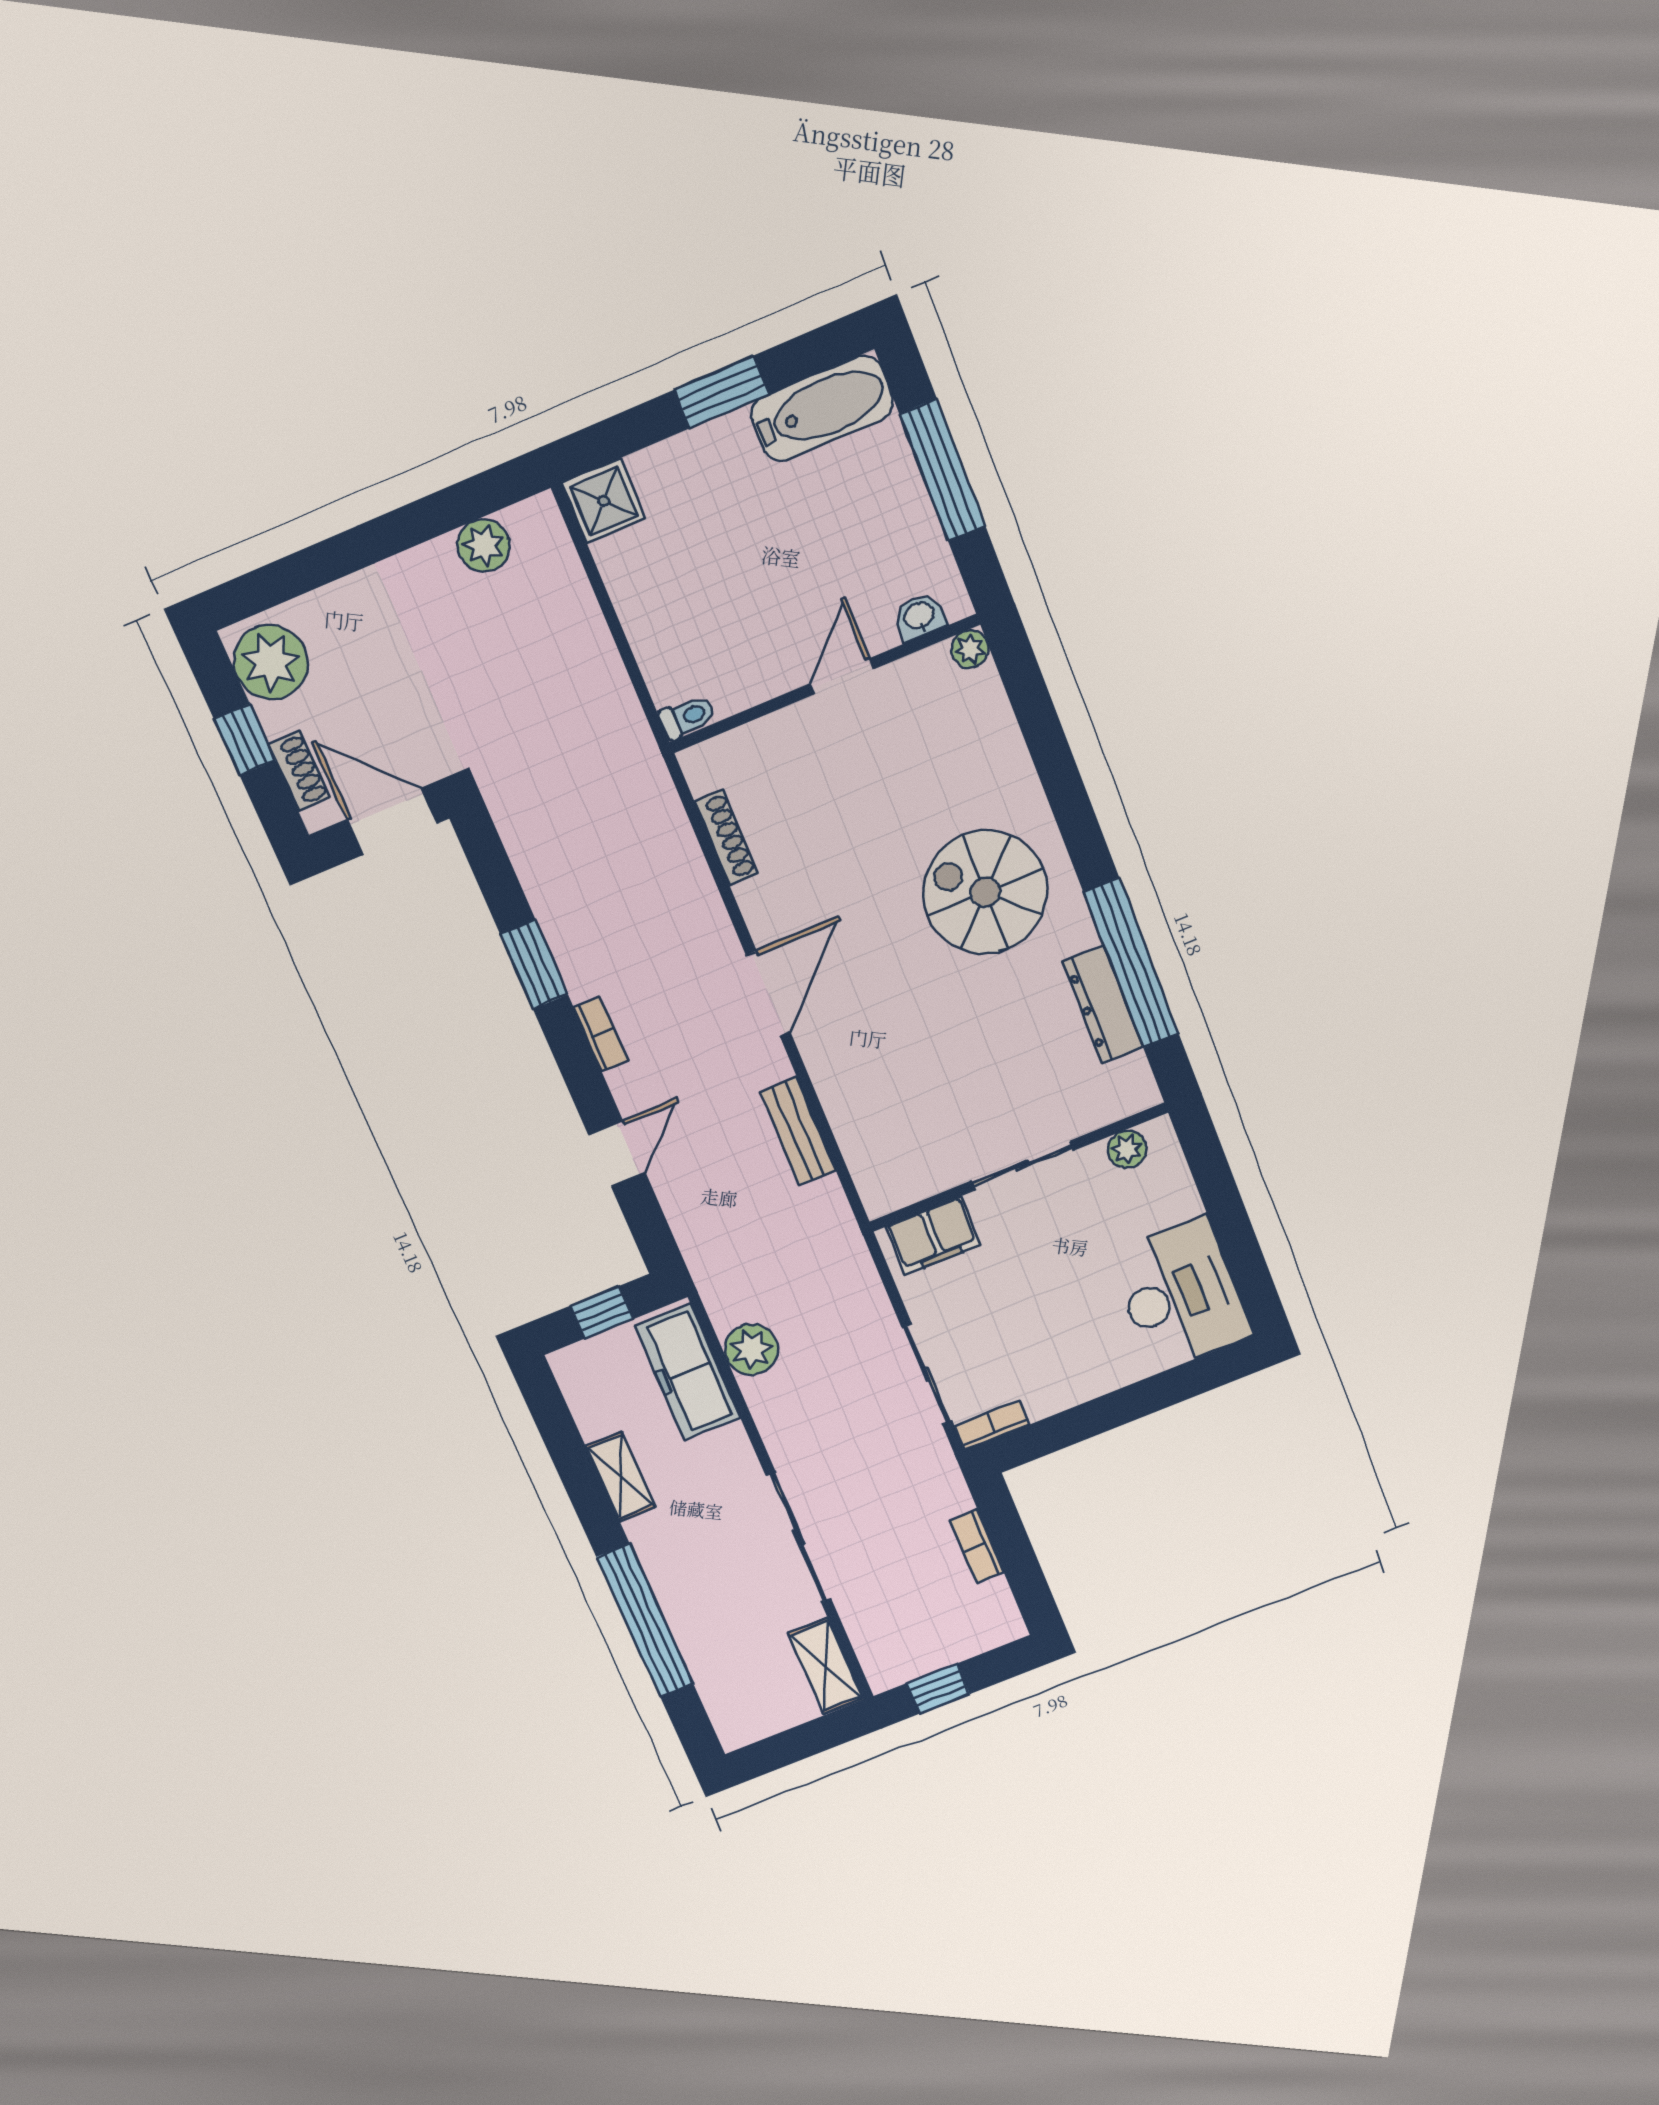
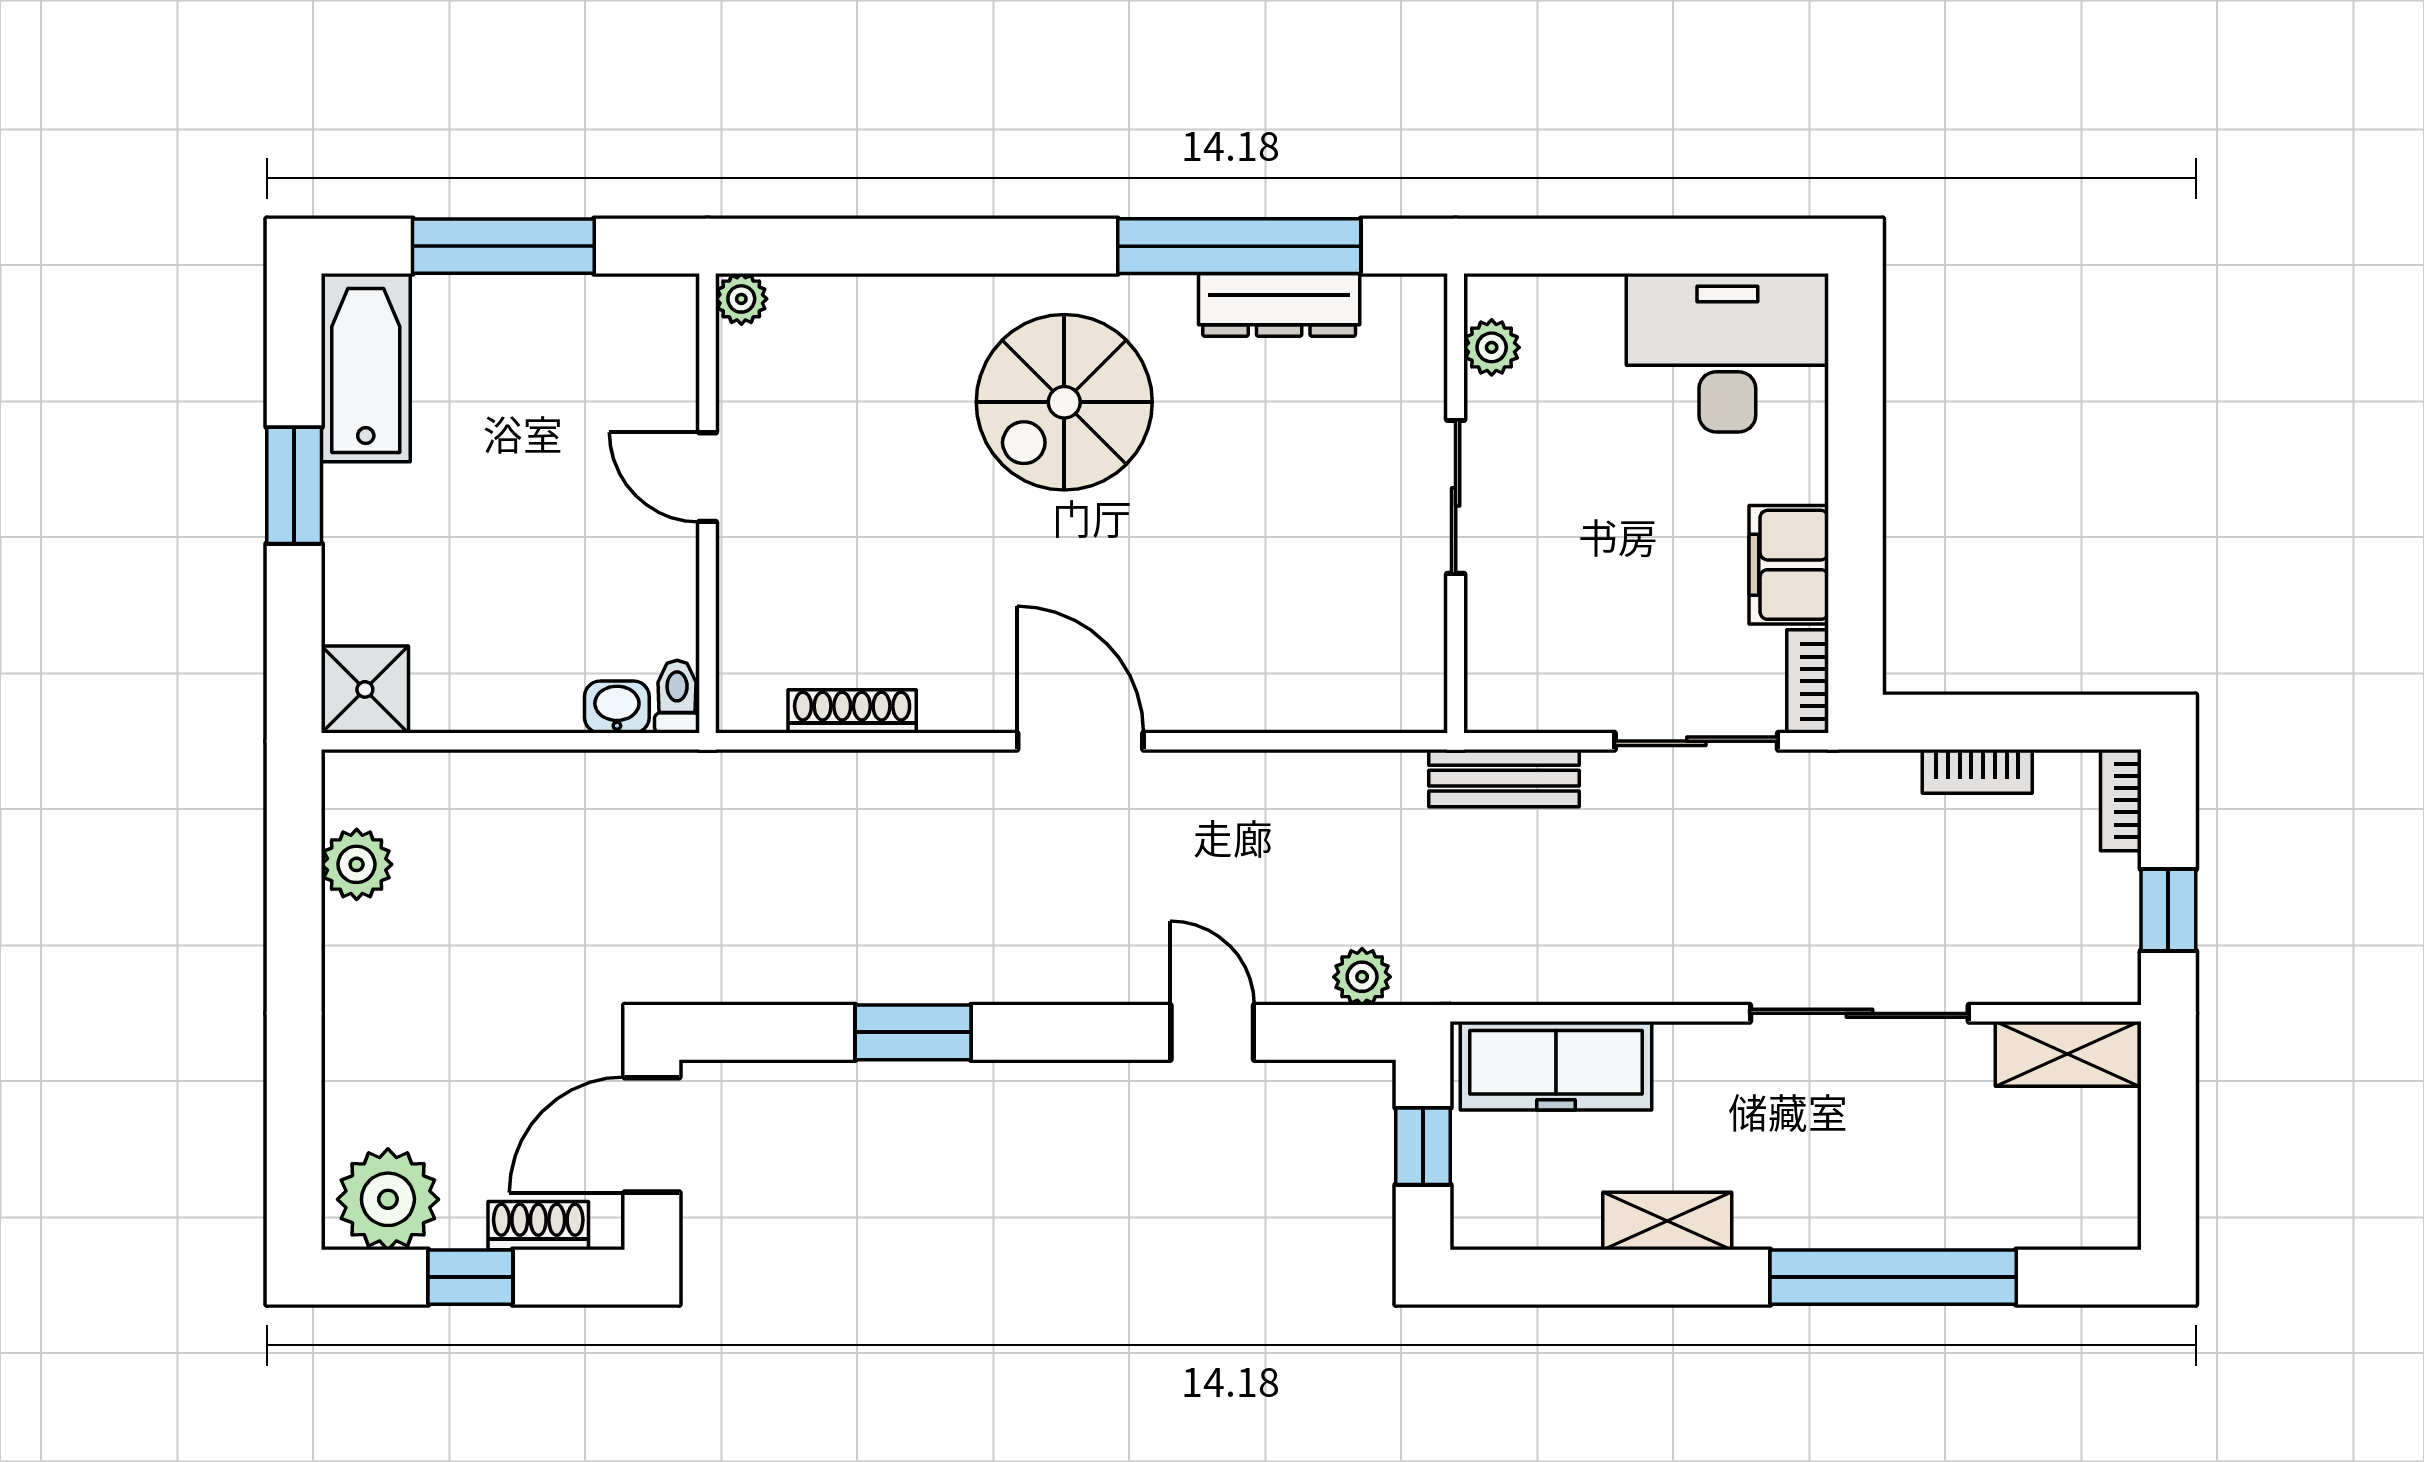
washbasin: (919, 617) -> (617, 707), moved, turned 90
bookcase: (601, 1034) -> (2121, 800), moved, turned -90
bench: (798, 1131) -> (1504, 778), moved
filing cabinet: (933, 1236) -> (1789, 565), moved, turned 180
plant: (751, 1349) -> (1362, 977), moved, width x0.73, depth x0.73

